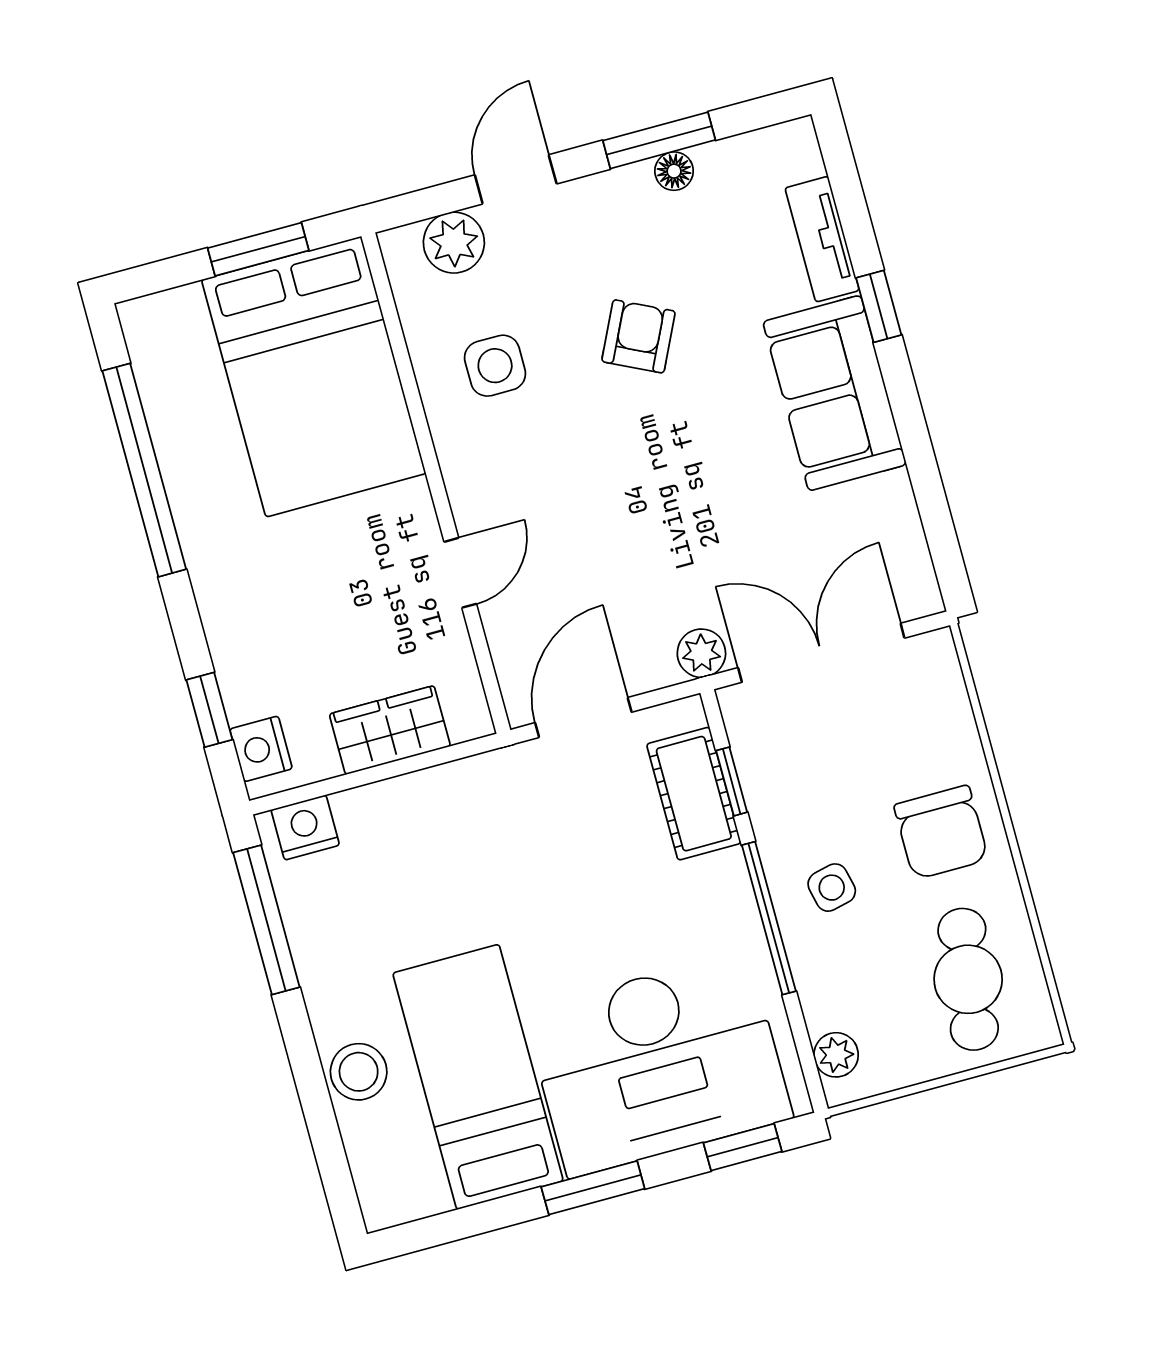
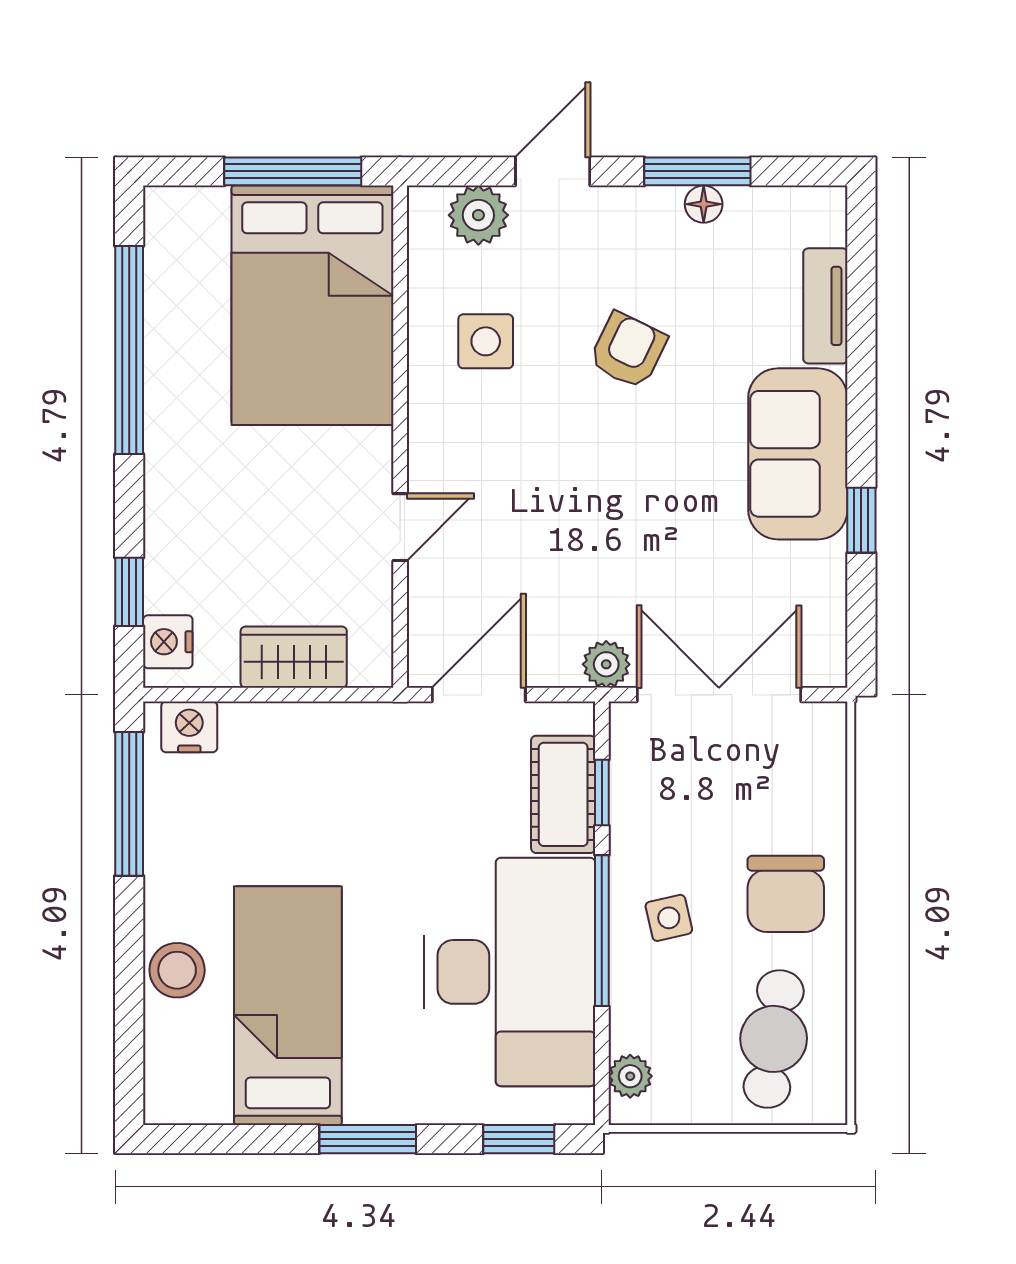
window: (258, 249) -> (293, 171), width x1.44
window: (879, 306) -> (861, 520), moved
desk: (658, 1064) -> (510, 972), moved, turned -90

